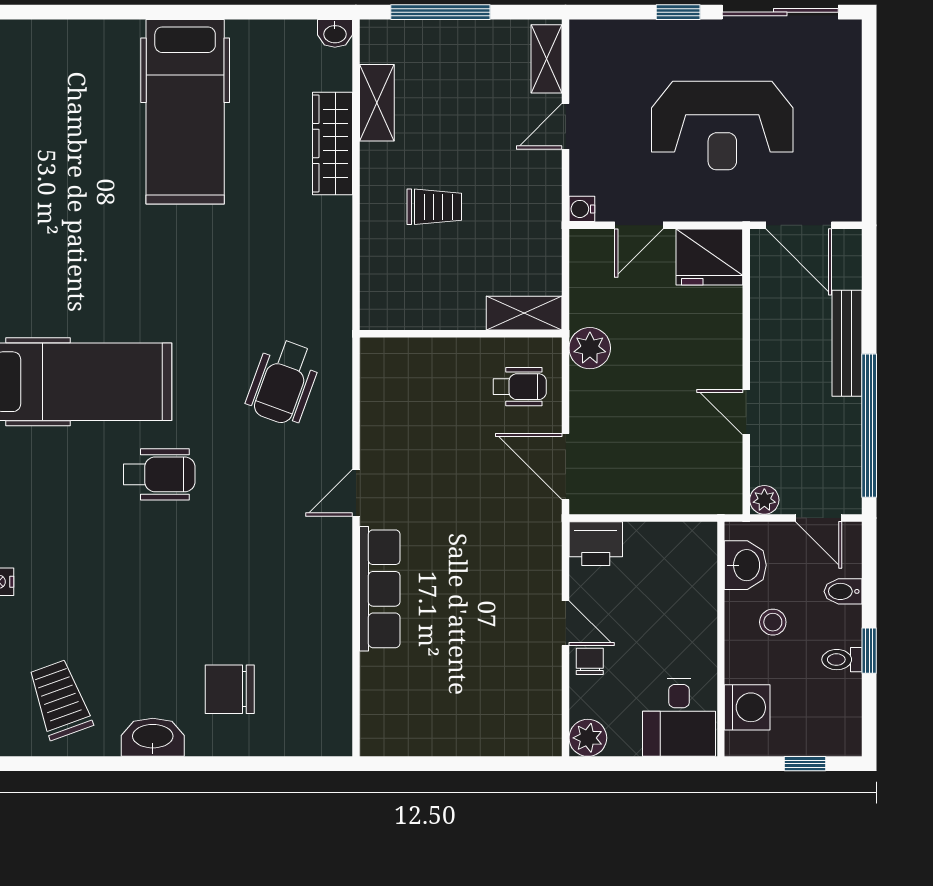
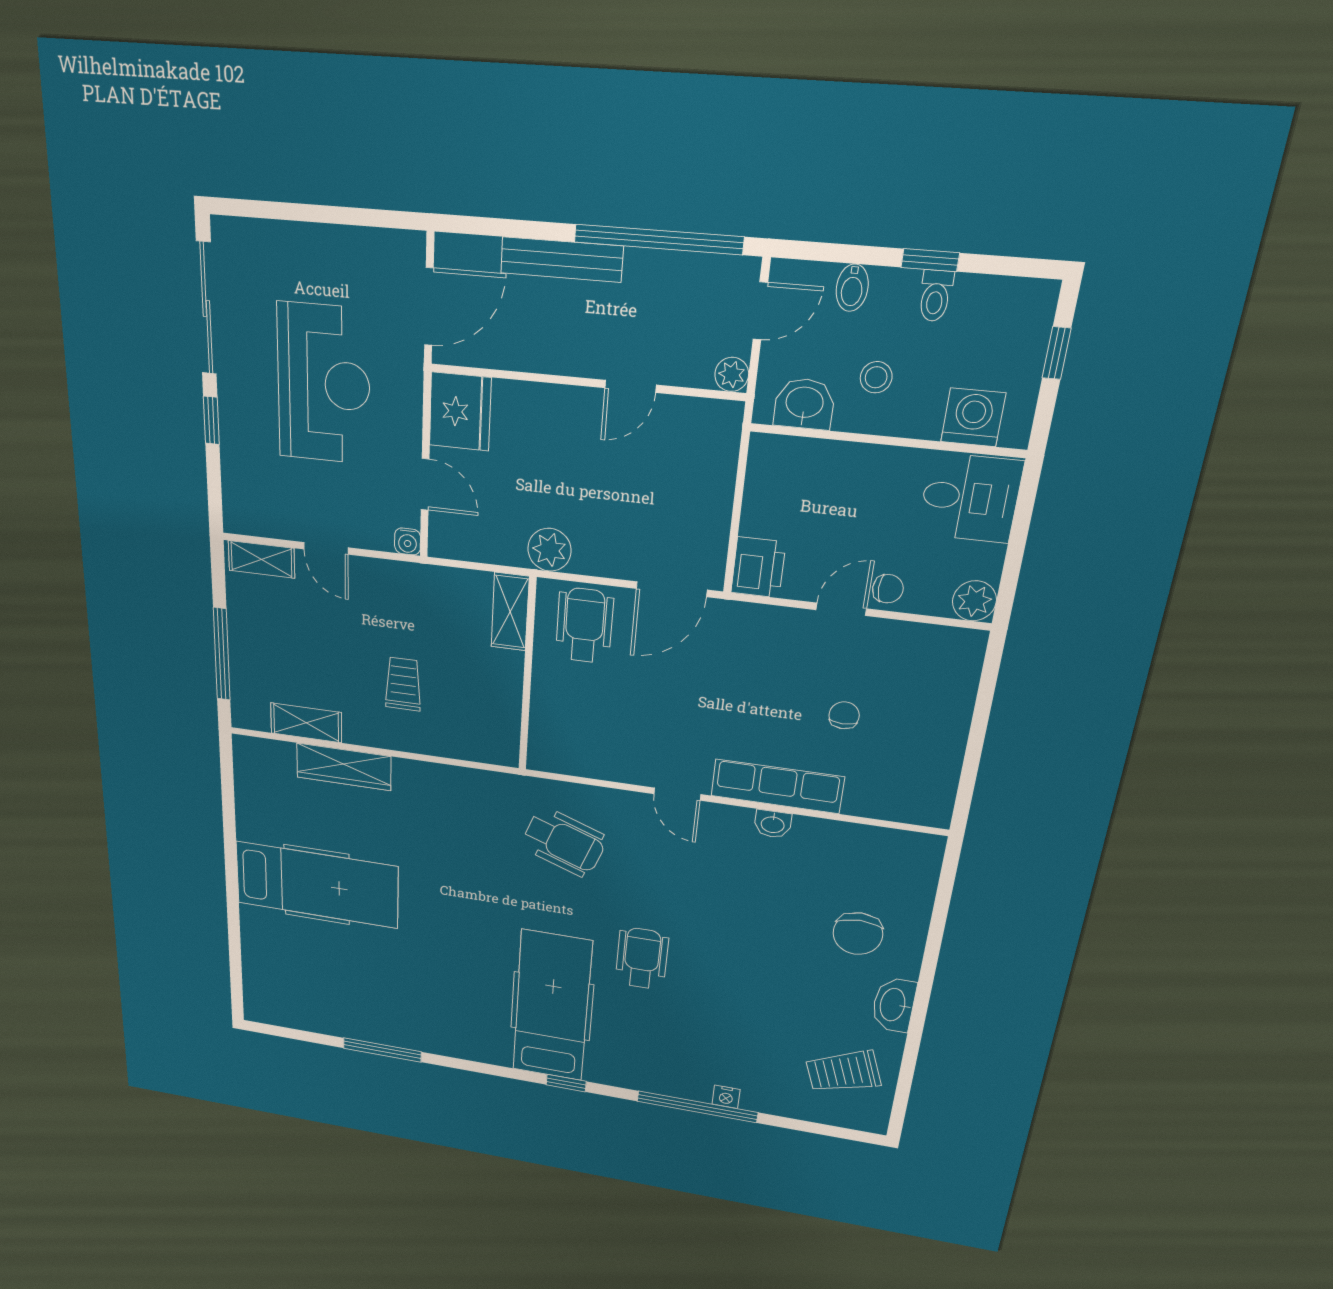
washbasin: (335, 33) -> (773, 824), moved, turned 90
wheelchair: (520, 387) -> (584, 625), width x1.36, depth x1.37
chair: (463, 641) -> (844, 715), added
chair: (590, 661) -> (888, 589), turned 180

